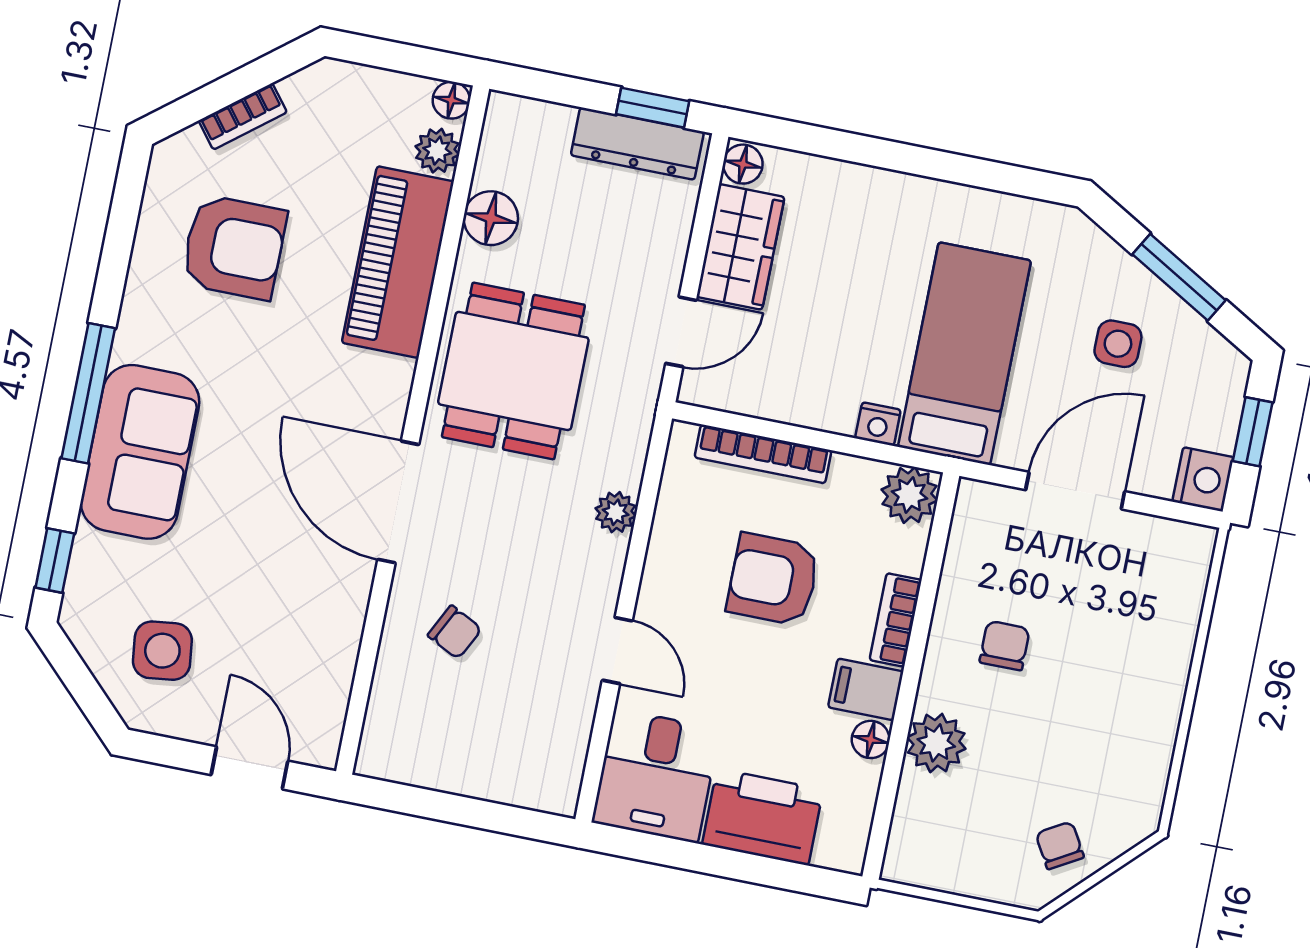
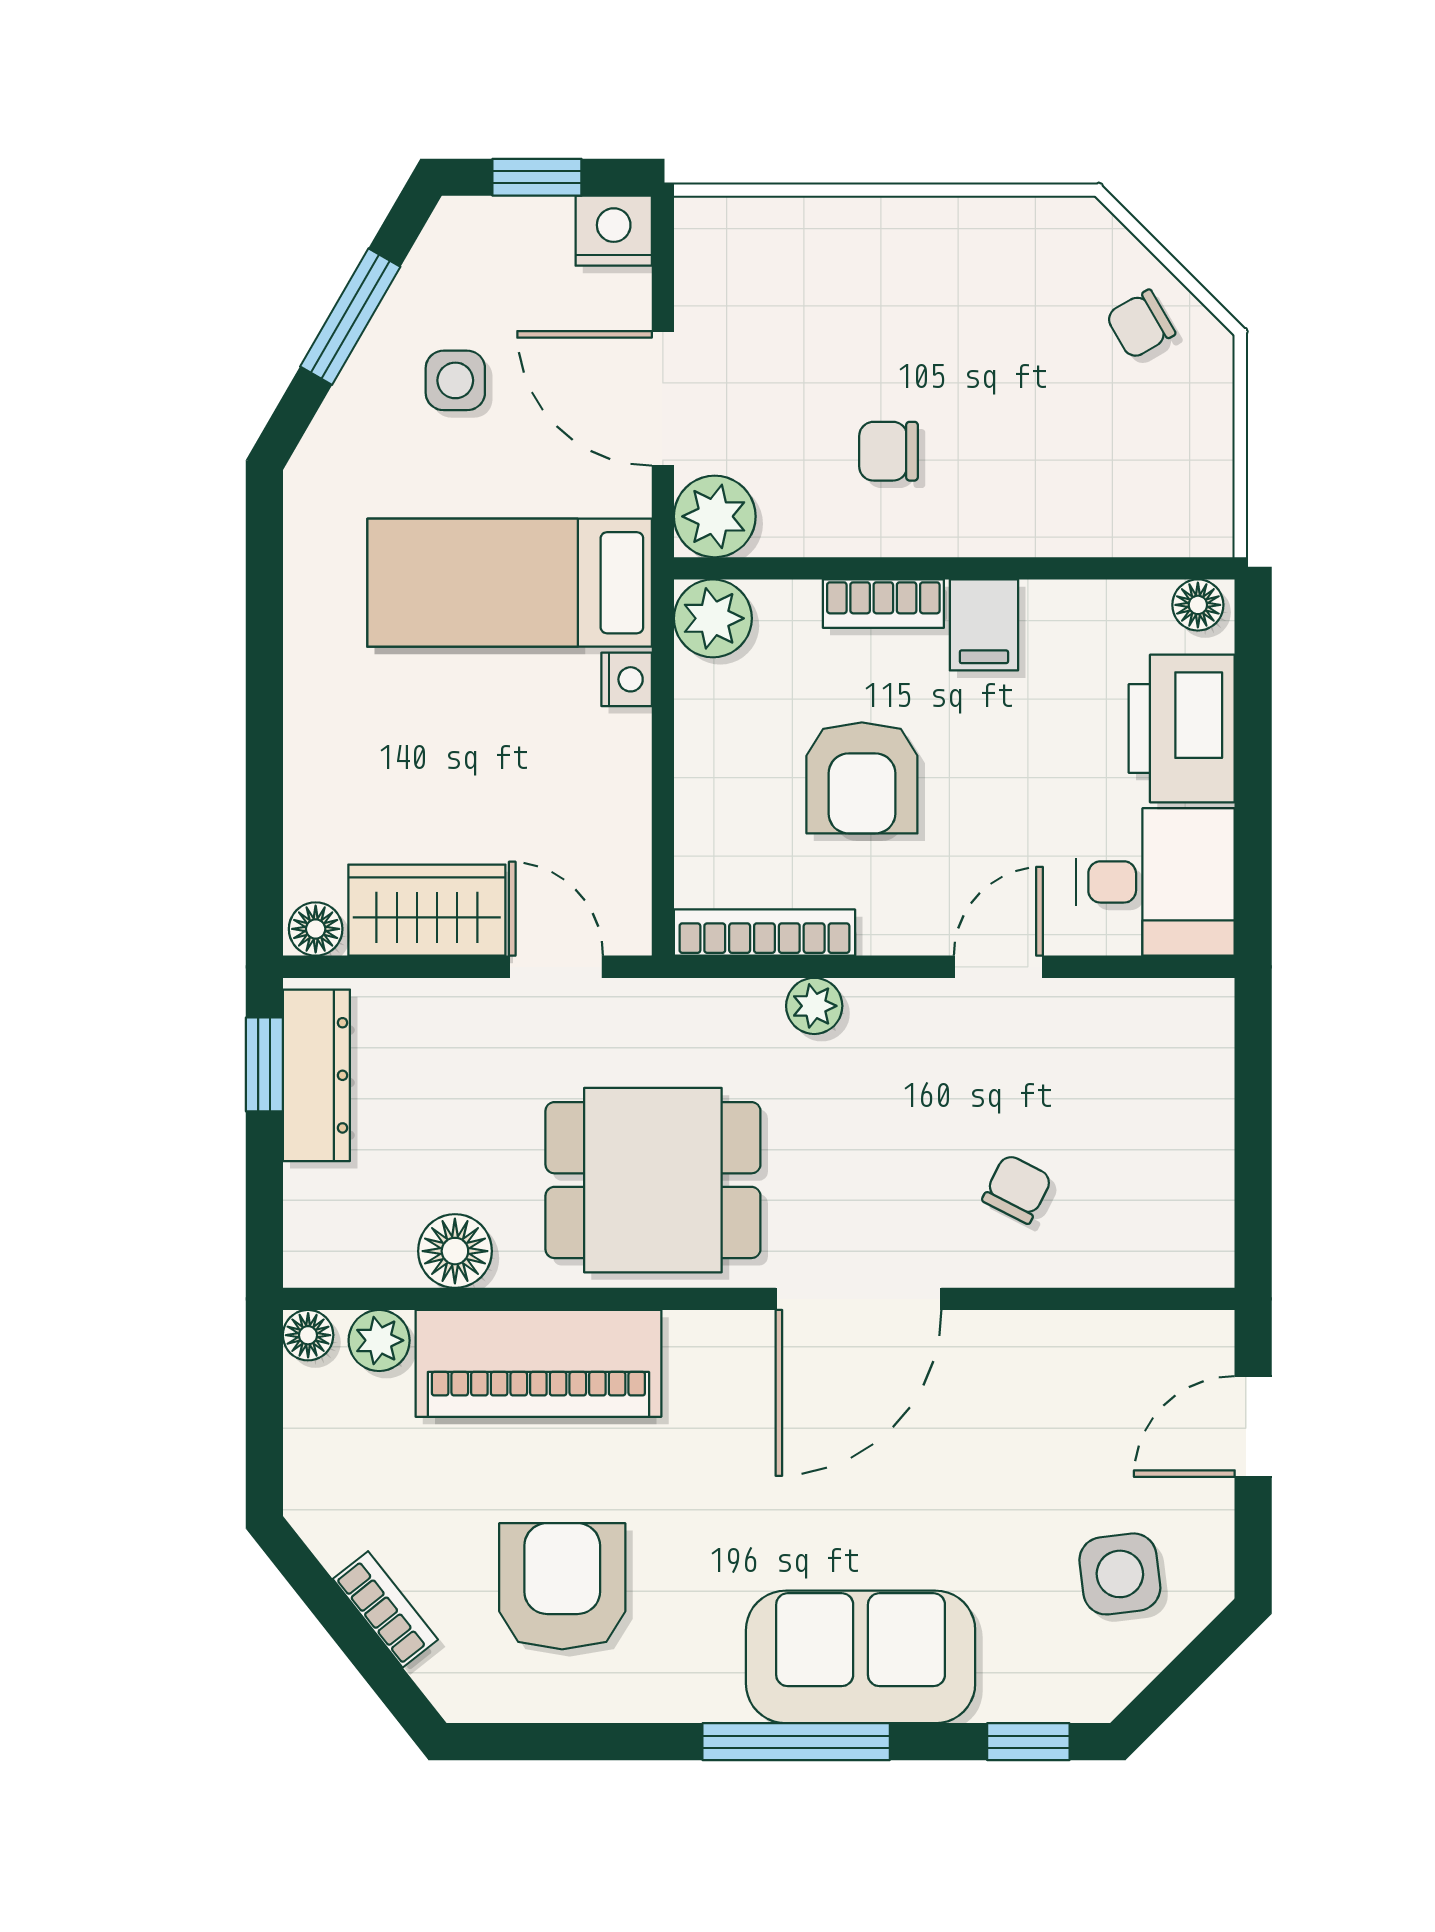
bookcase: (763, 454) -> (764, 933), moved, turned -90
floor lamp: (871, 739) -> (1198, 605), moved
plant: (936, 743) -> (715, 516), moved

